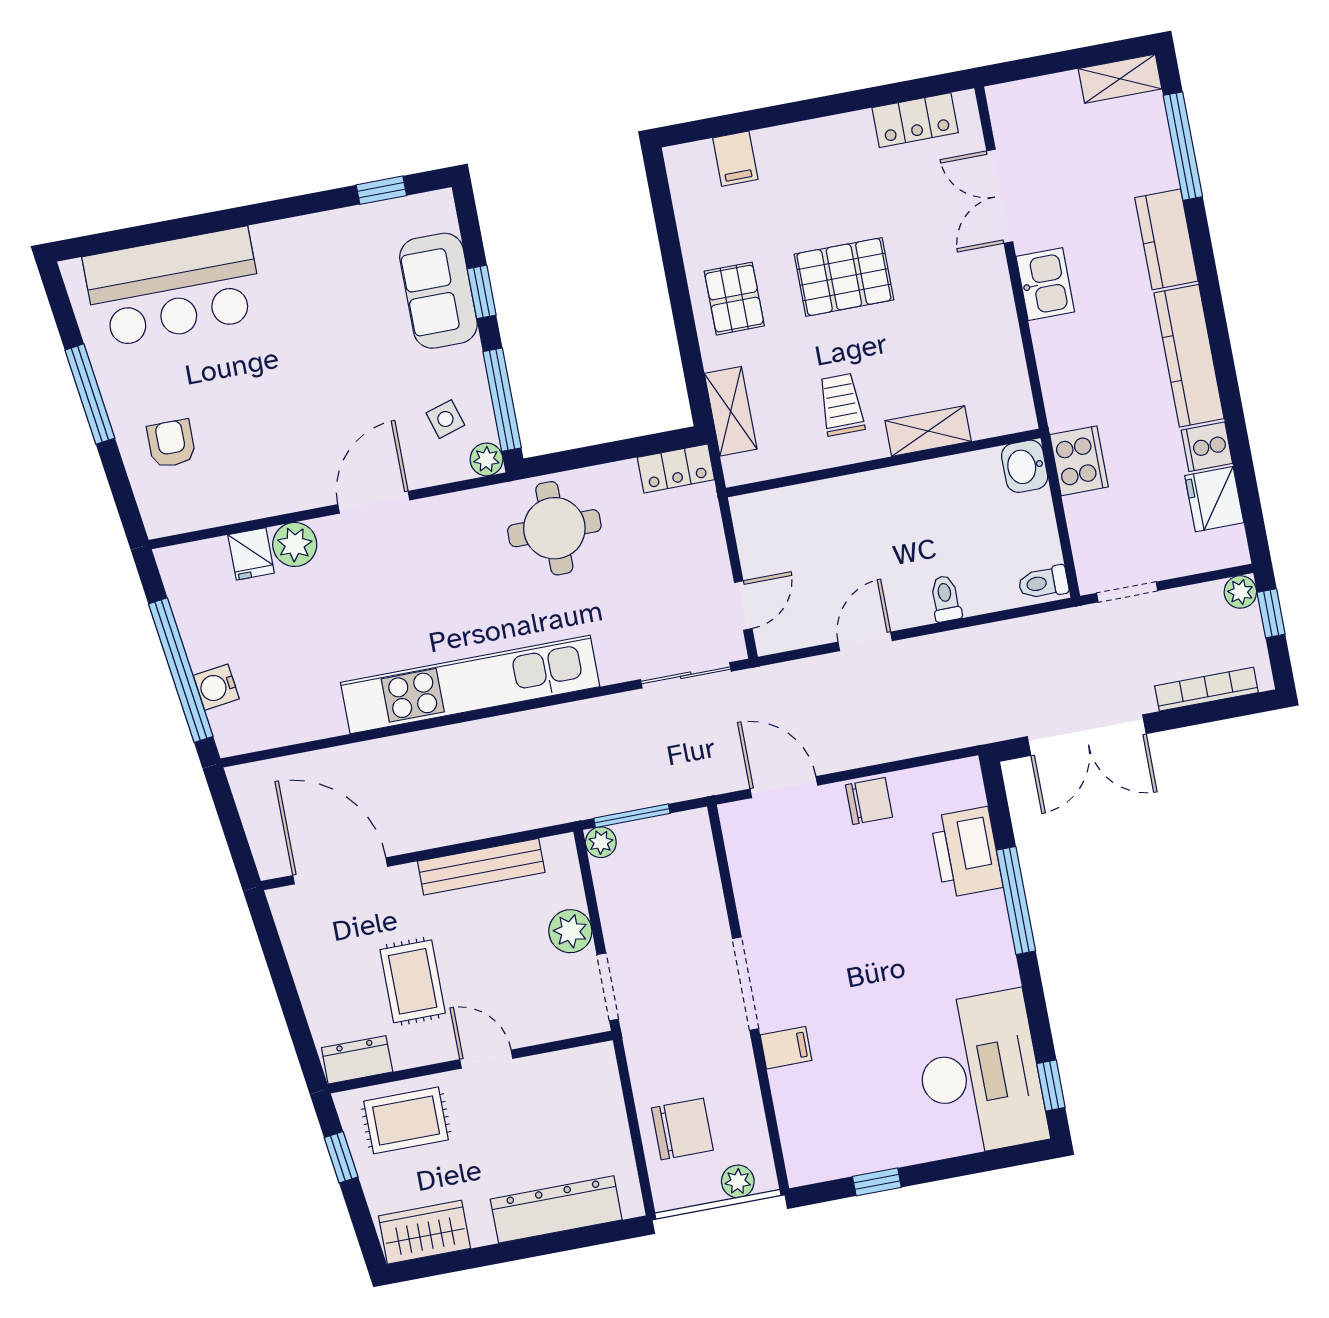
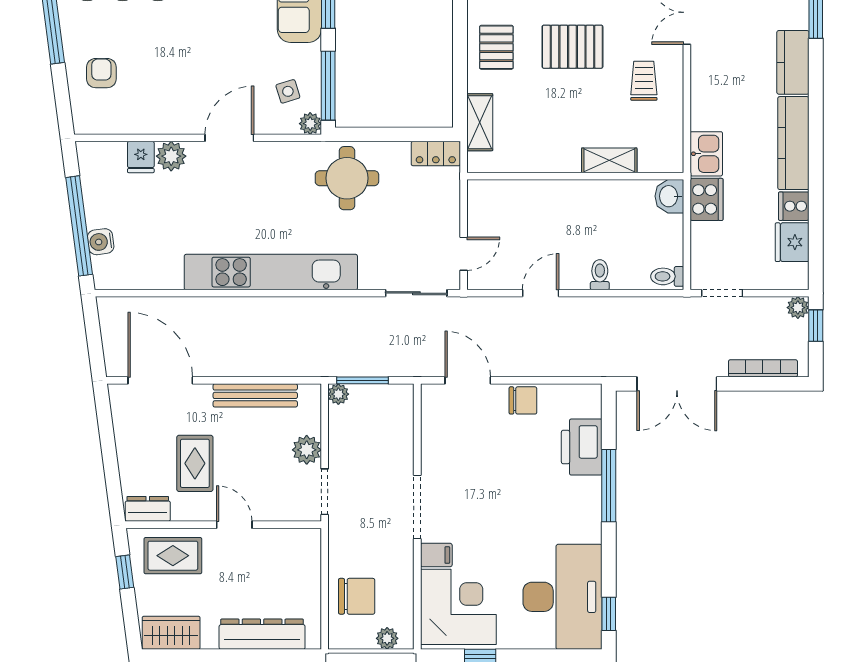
kitchen sink: (1045, 284) -> (706, 154), moved
trolley: (841, 405) -> (644, 81), moved
corner desk: (832, 1117) -> (458, 607), added

